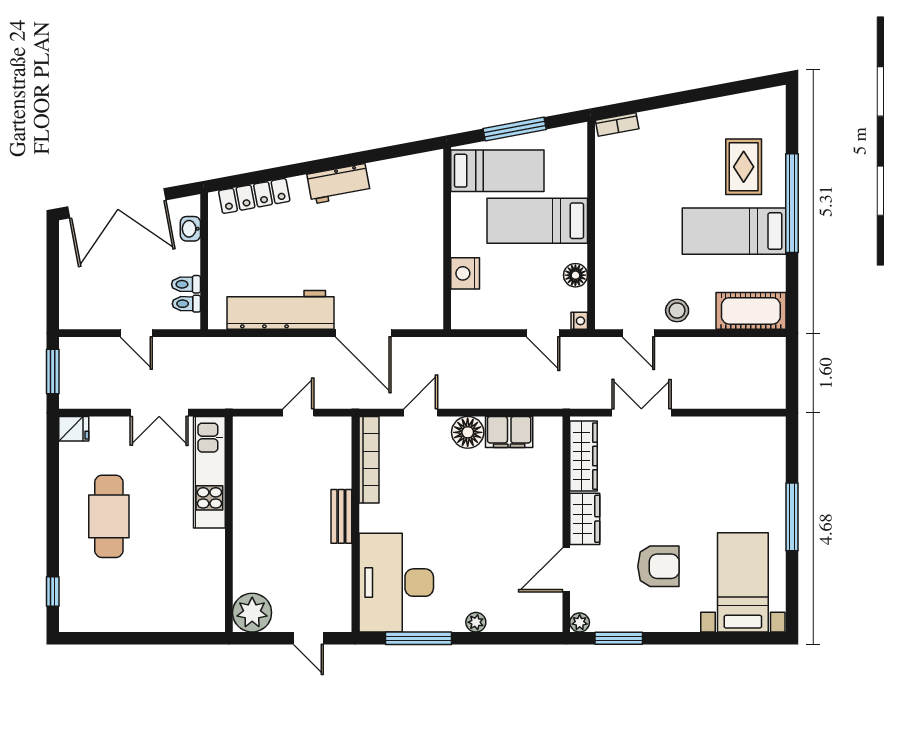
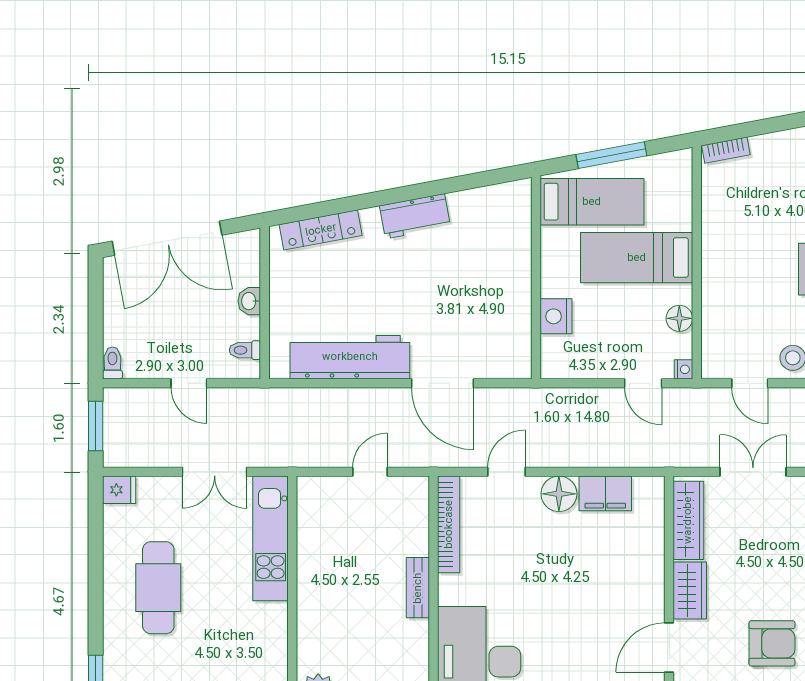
washbasin: (190, 229) -> (249, 301), moved
toilet: (186, 284) -> (112, 363), moved, turned 90

